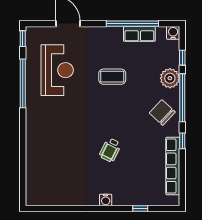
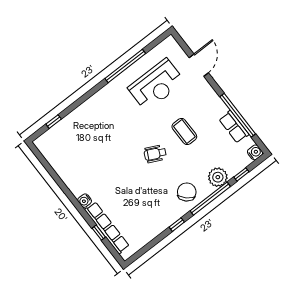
window: (23, 39) -> (54, 122), moved
wheelchair: (110, 150) -> (155, 154), moved
row of seats: (173, 166) -> (107, 228), moved, turned 90

